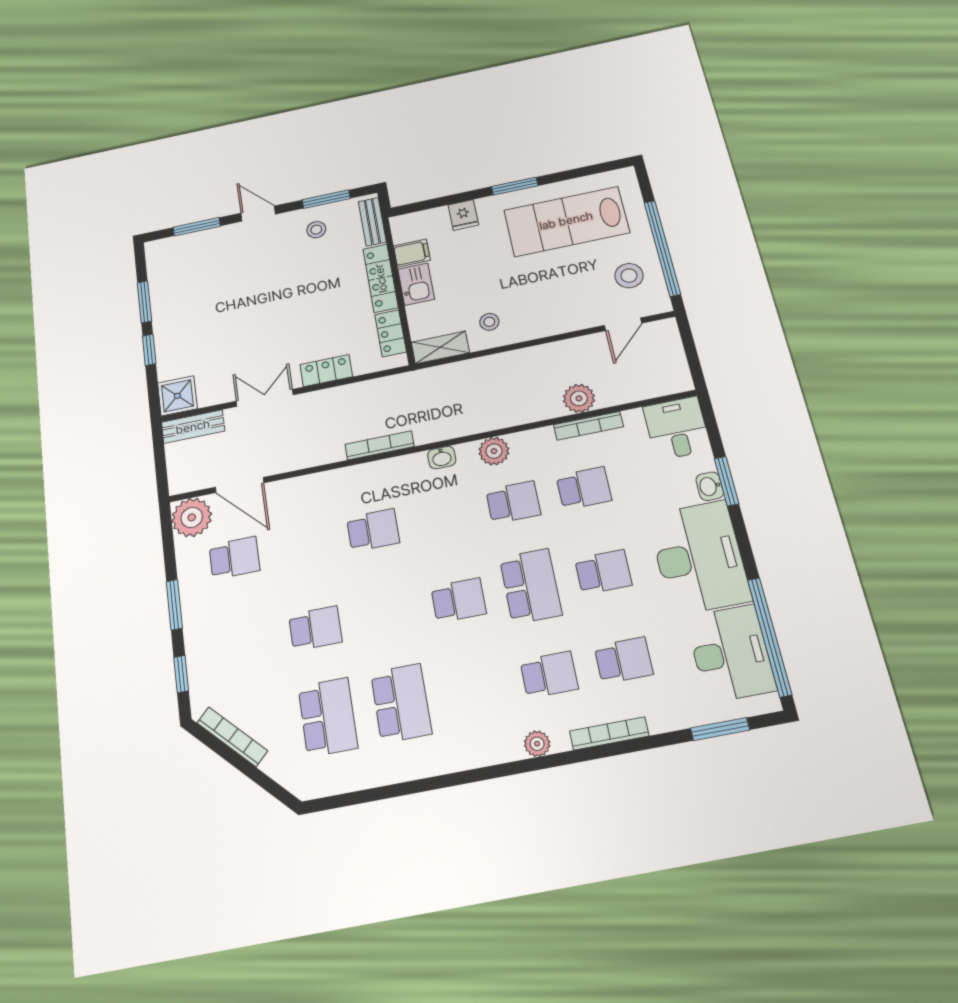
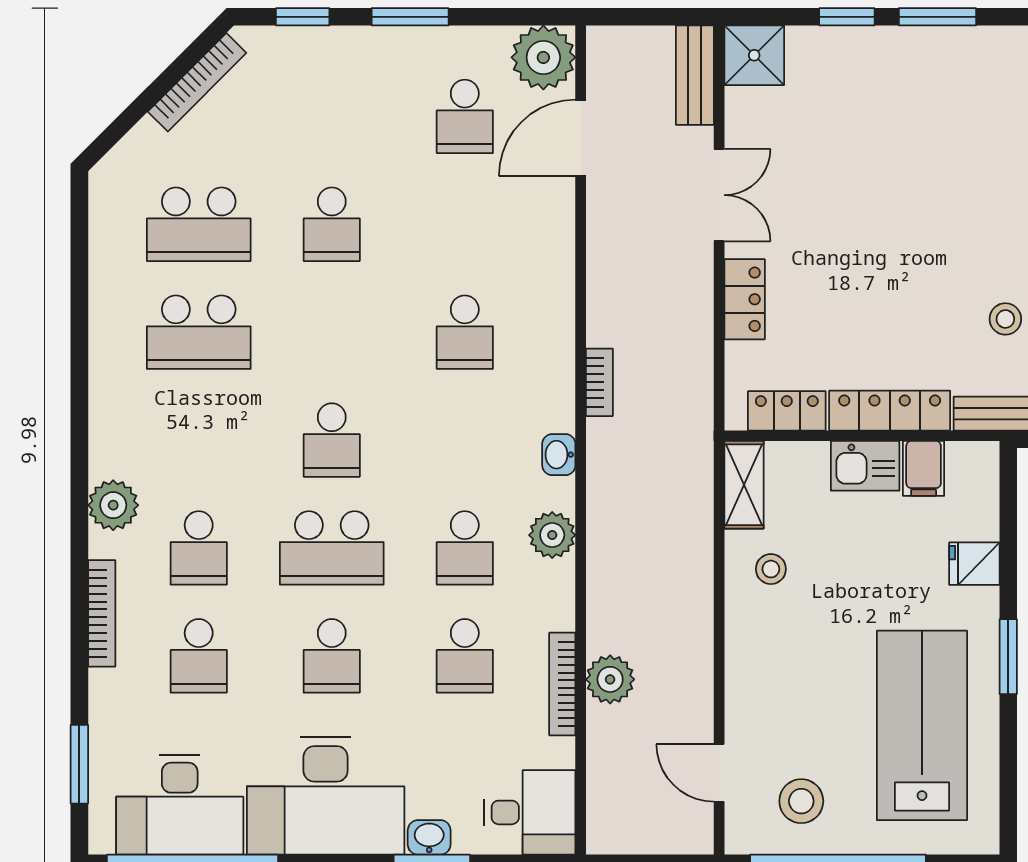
bookcase: (380, 445) -> (599, 382), width x0.64
plant: (537, 744) -> (113, 505), width x1.38, depth x1.38

